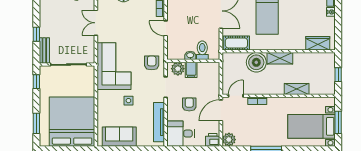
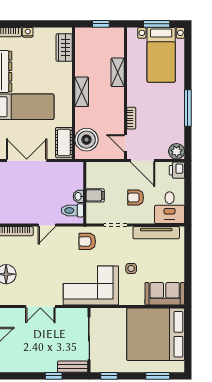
toilet: (202, 50) -> (72, 210), moved
boiler: (256, 62) -> (86, 140), moved
plant: (178, 69) -> (94, 211), removed
sofa: (119, 137) -> (165, 294), moved, turned 90

